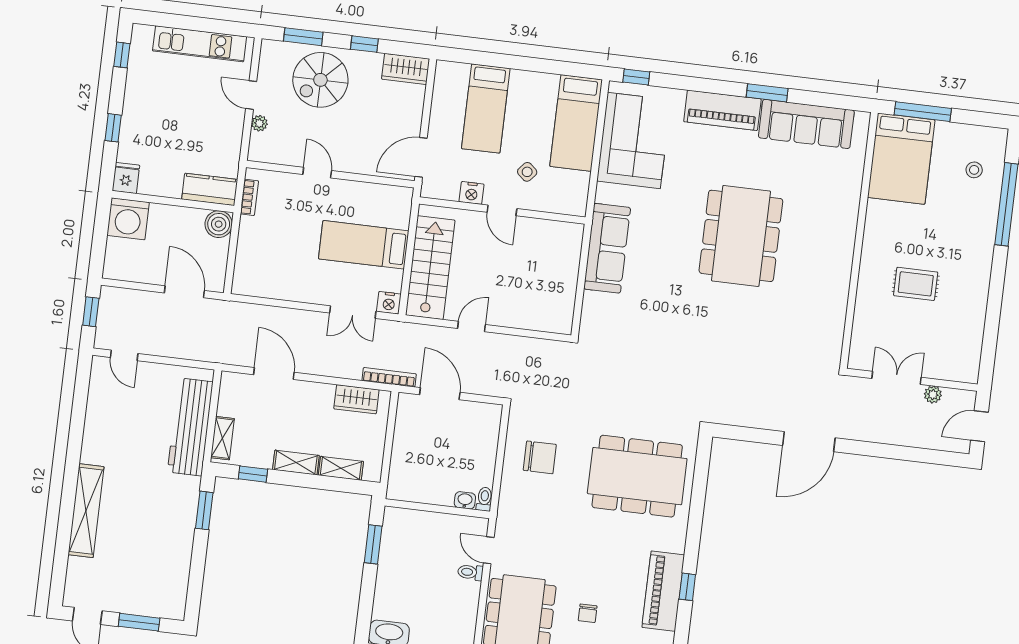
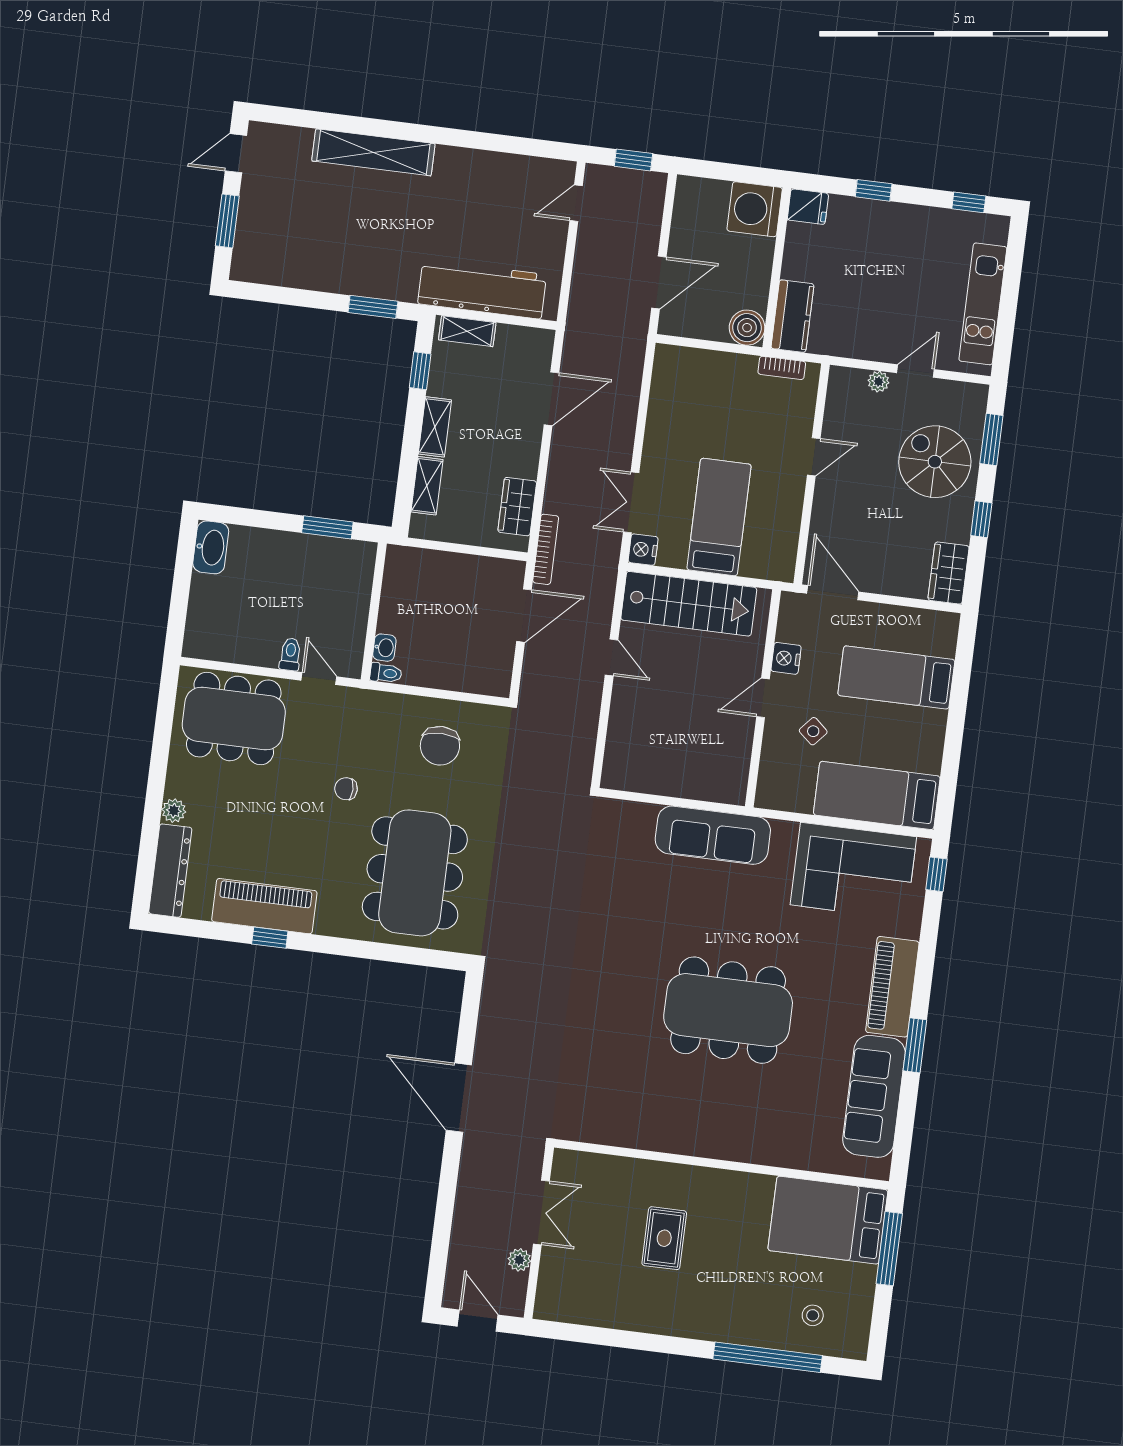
door: (489, 550) -> (319, 679), hinge flipped
chair: (588, 613) -> (346, 789), moved

